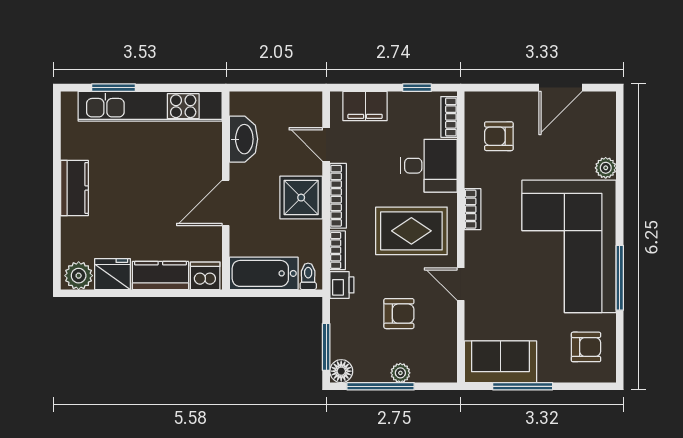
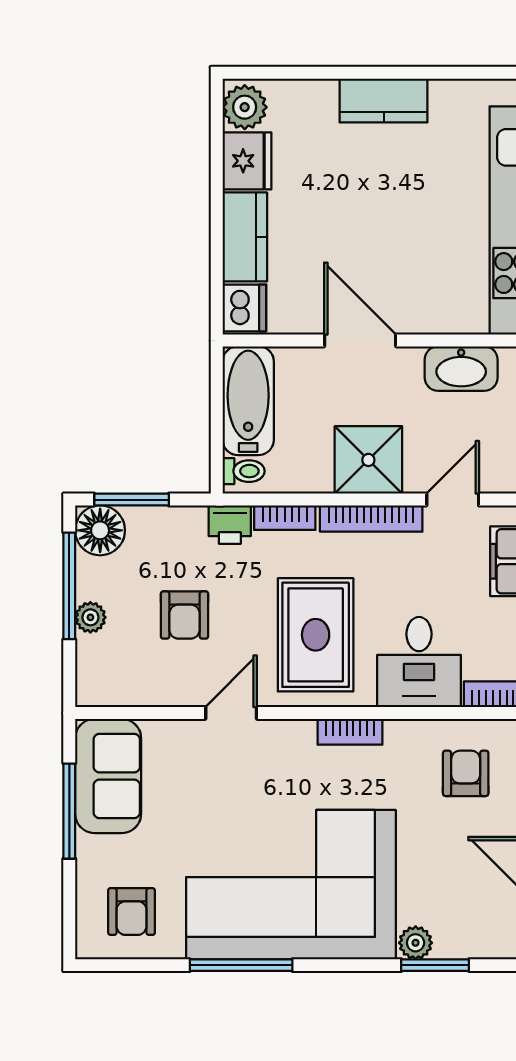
window: (620, 156) -> (435, 965), added
floor lamp: (341, 371) -> (100, 530), width x1.38, depth x1.38

